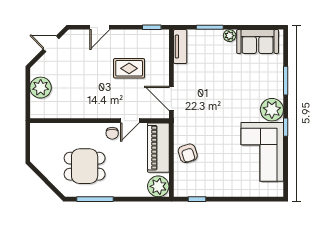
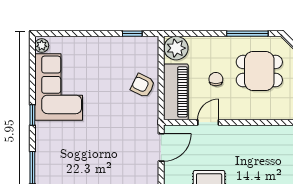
door: (171, 98) -> (161, 147), hinge flipped
plant: (272, 110) -> (42, 45), moved, width x0.53, depth x0.53
chair: (112, 133) -> (216, 79), moved
armchair: (188, 153) -> (143, 86), turned -46

